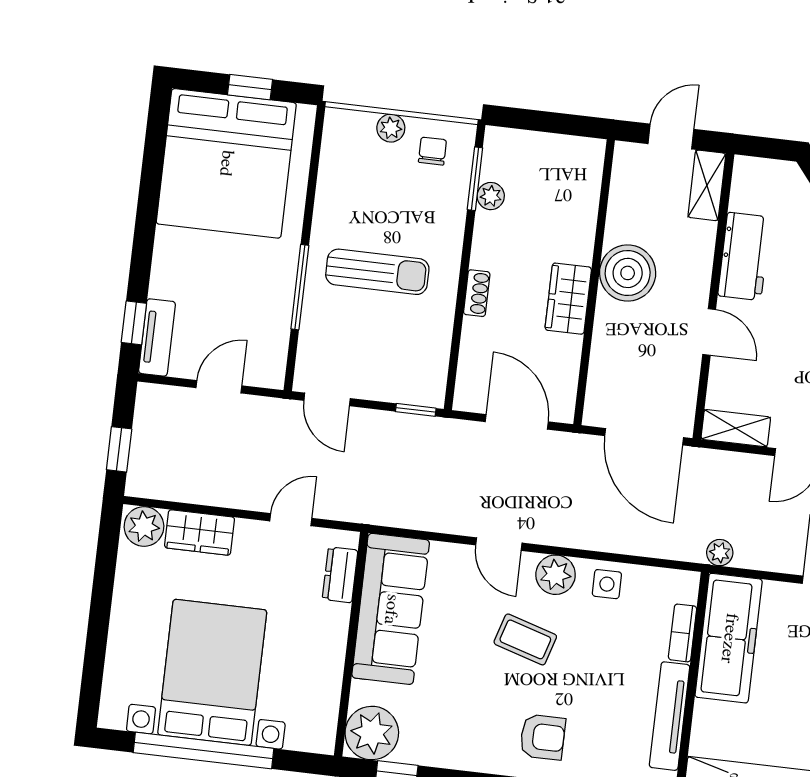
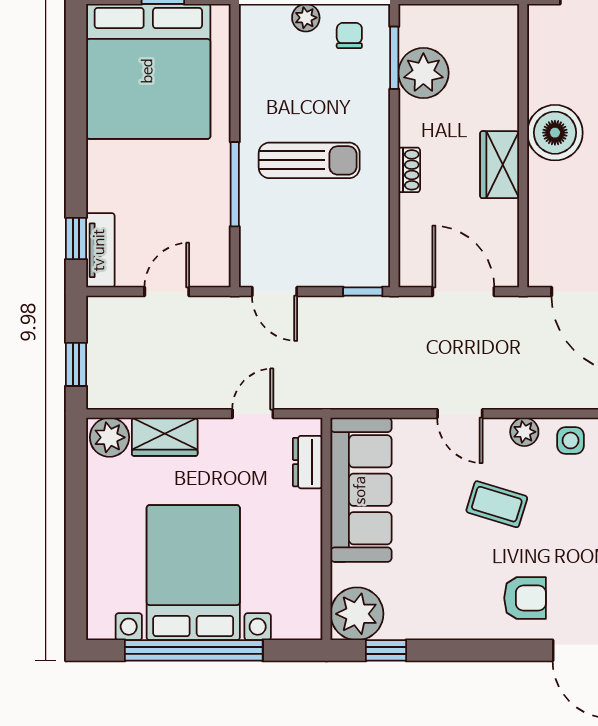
plant: (491, 196) -> (423, 73), width x1.87, depth x1.87
plant: (556, 575) -> (524, 432), width x0.73, depth x0.73

